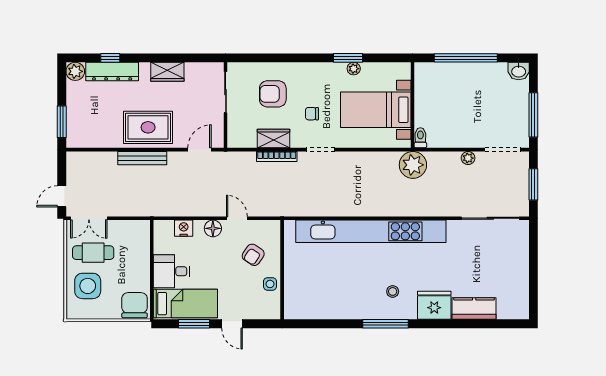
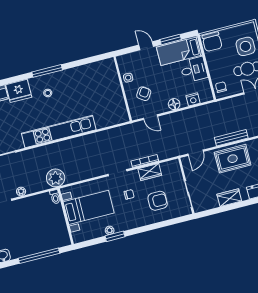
door: (237, 218) -> (150, 117), moved
kitchen unit: (371, 231) -> (59, 131), width x0.73
chair: (138, 236) -> (221, 87), added

